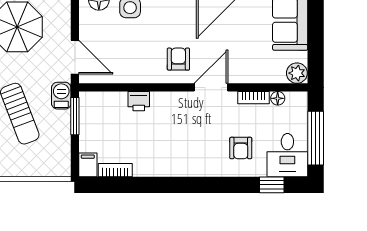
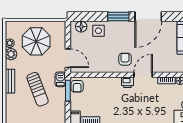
printer: (139, 101) -> (128, 82), moved
armchair: (241, 148) -> (77, 86), moved

